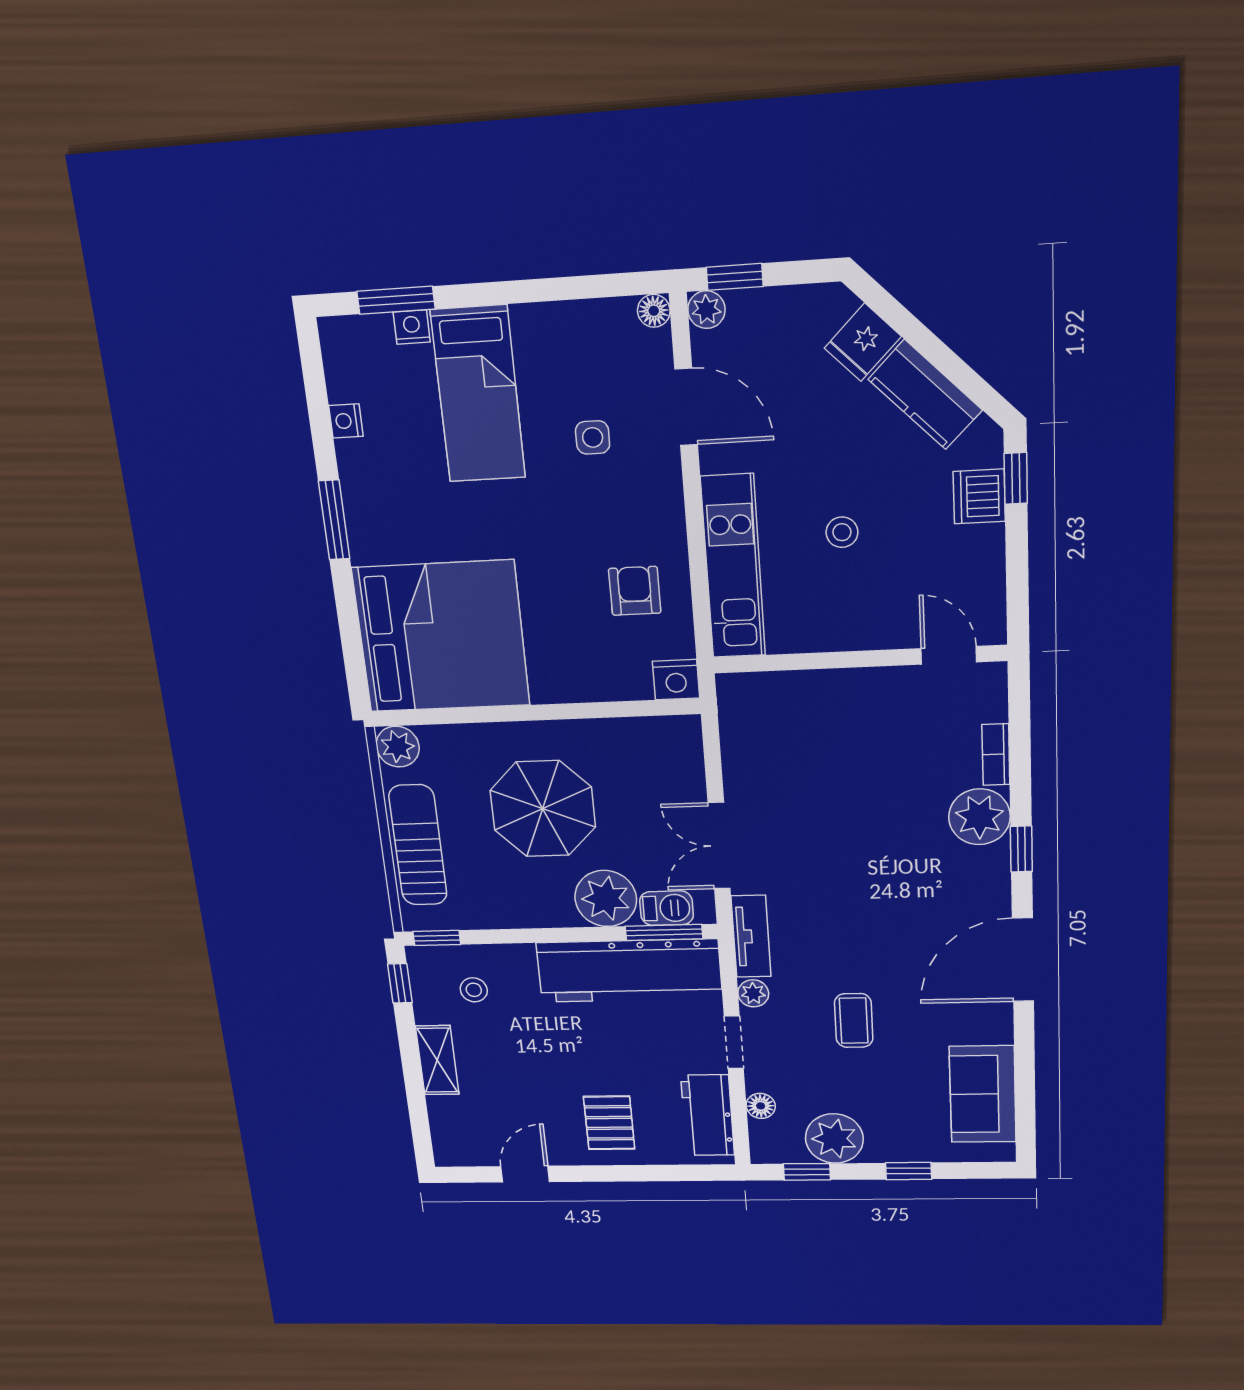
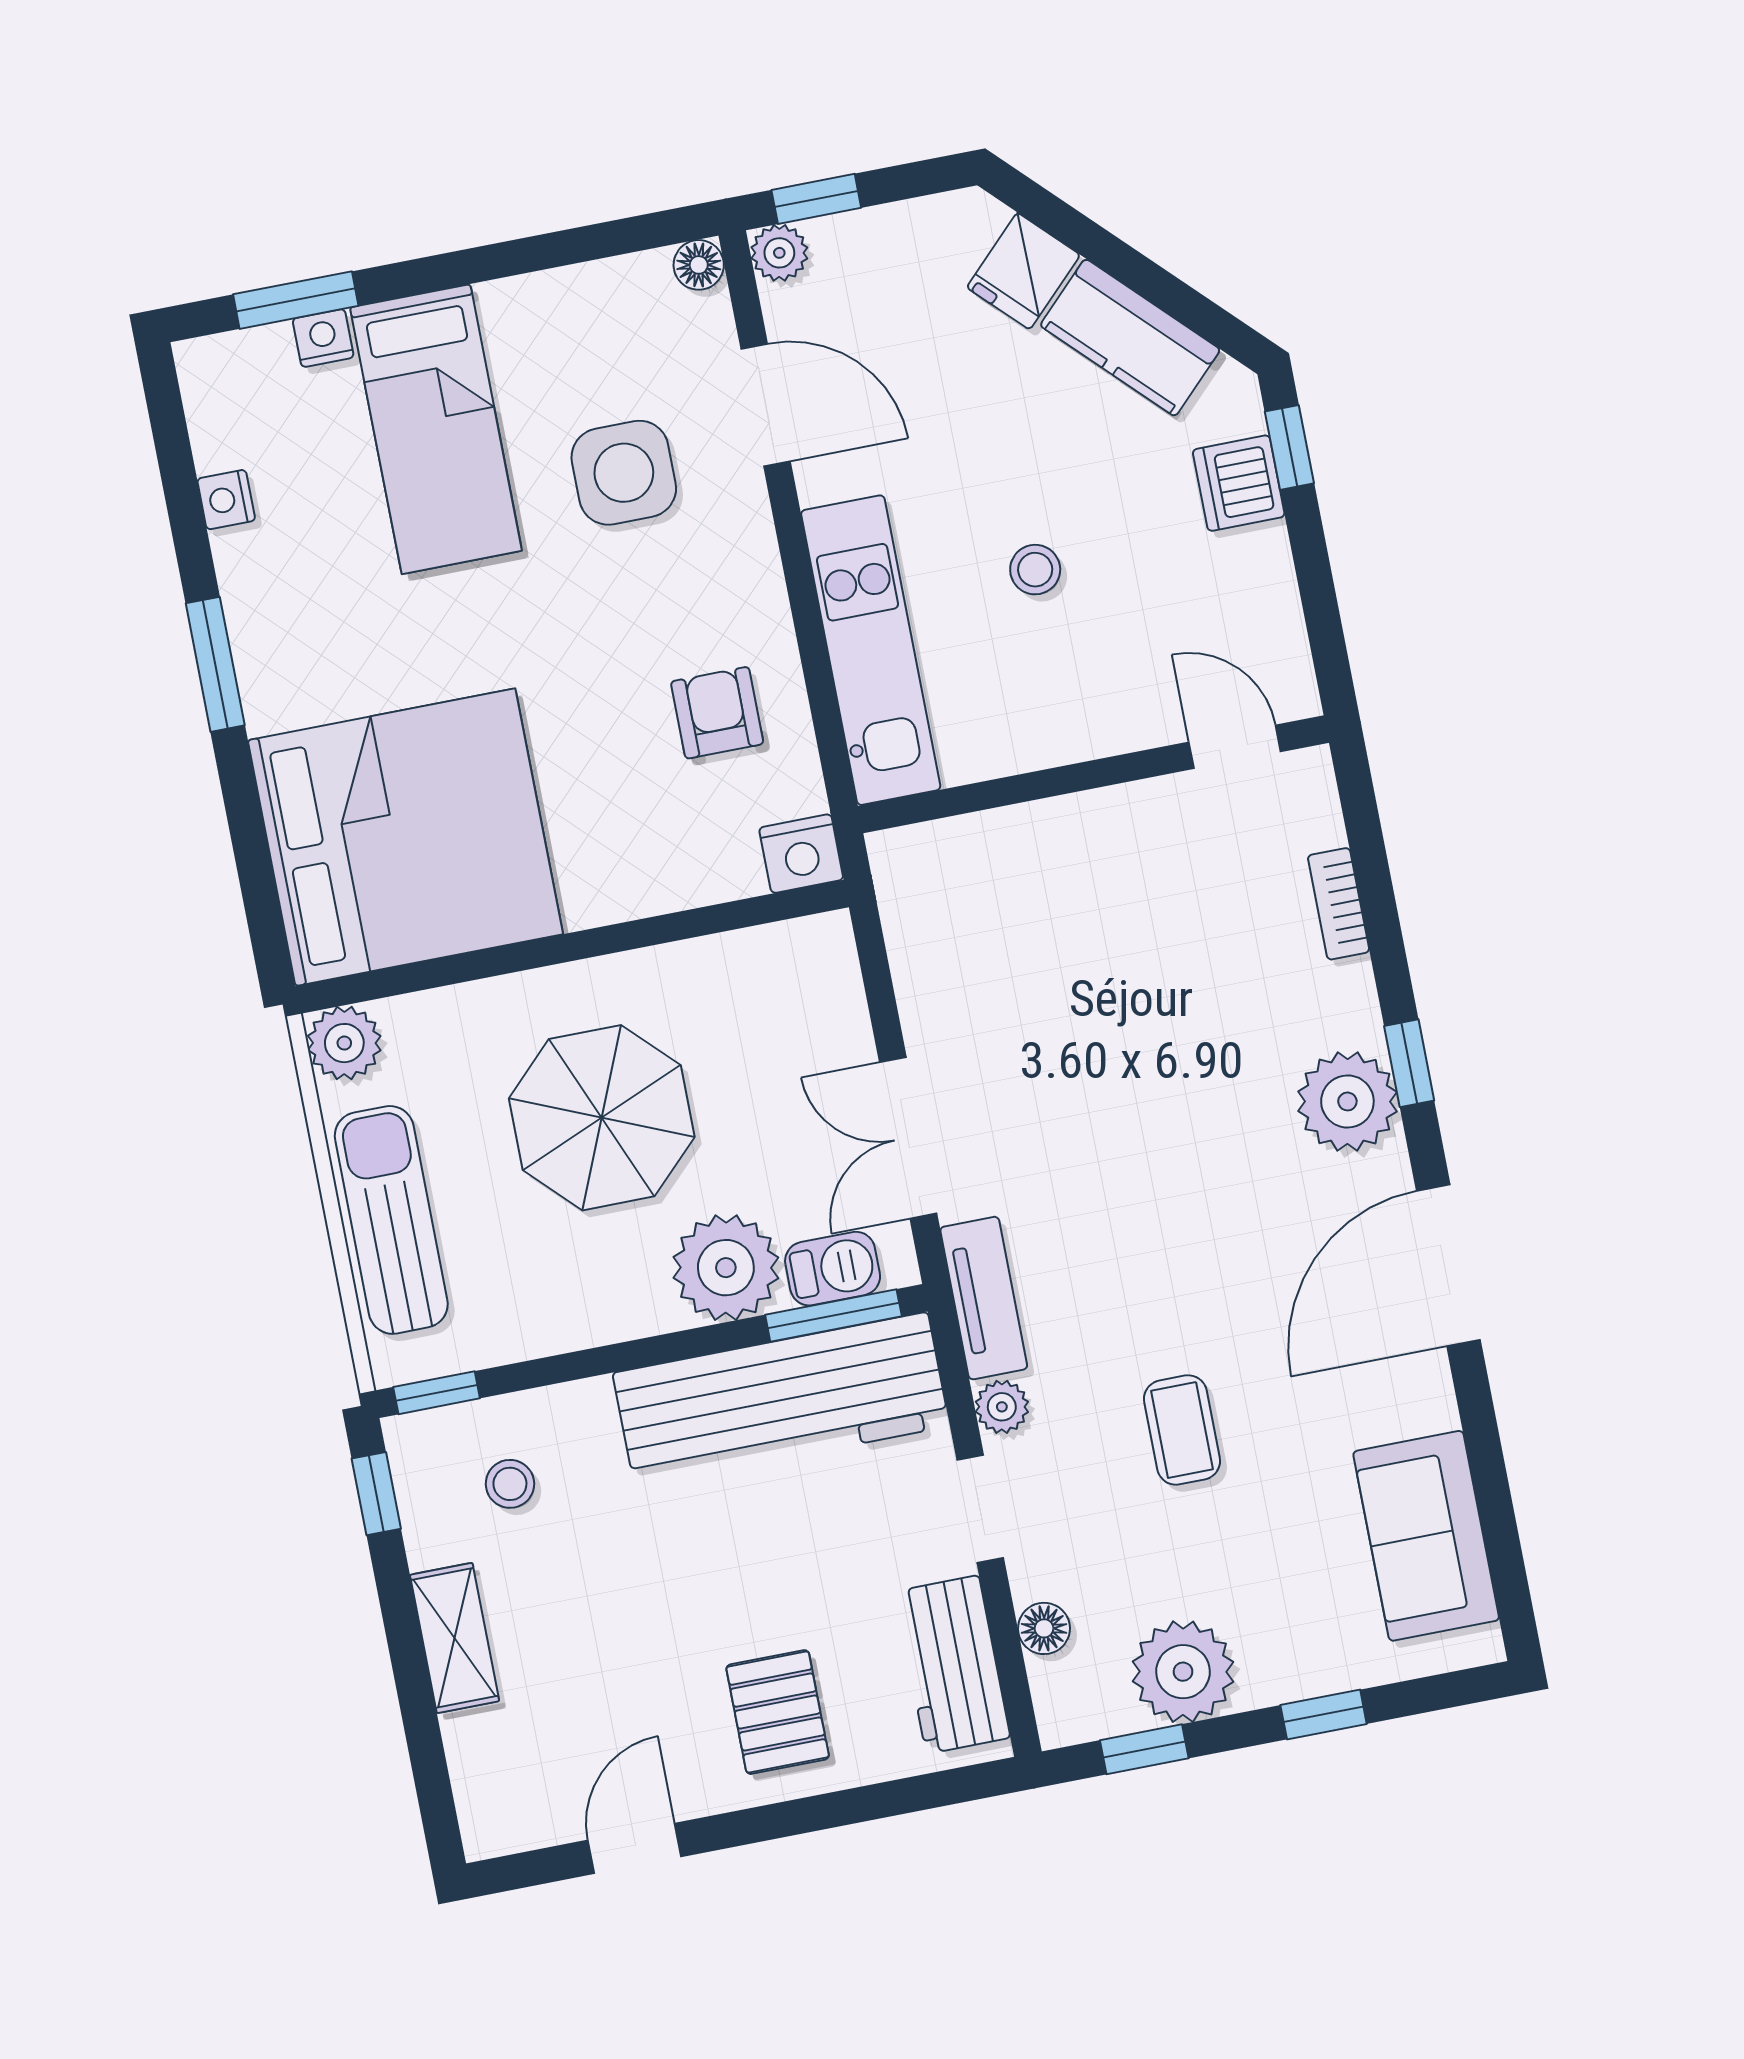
side table: (593, 437) -> (624, 473), width x1.87, depth x1.87
plant: (979, 817) -> (1347, 1101), moved

